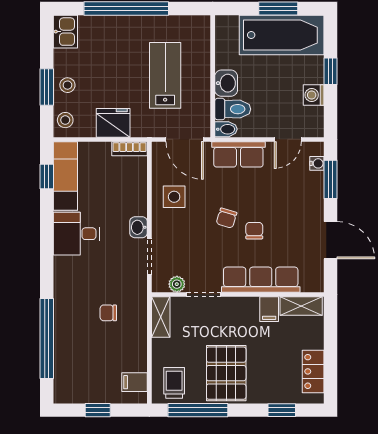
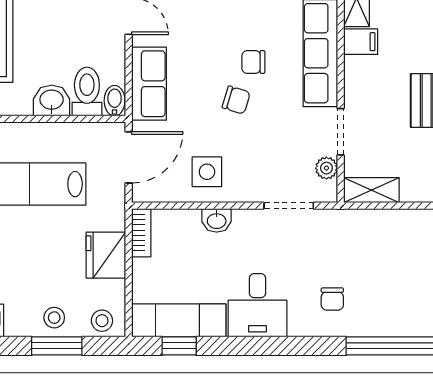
washbasin: (139, 227) -> (217, 220), moved
chair: (108, 313) -> (332, 299), moved

